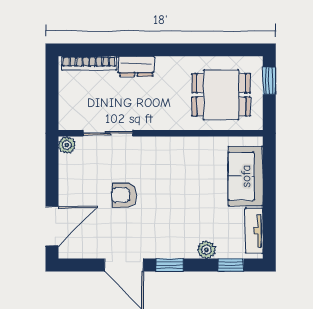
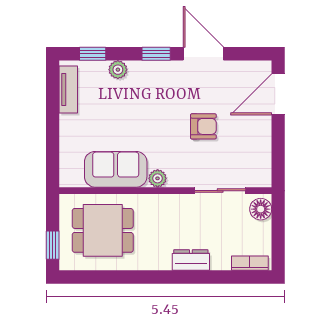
bookcase: (89, 63) -> (250, 263), width x0.64
floor lamp: (69, 115) -> (261, 209), added
plant: (67, 145) -> (158, 178), moved
sofa: (246, 176) -> (116, 169), moved, turned -90

